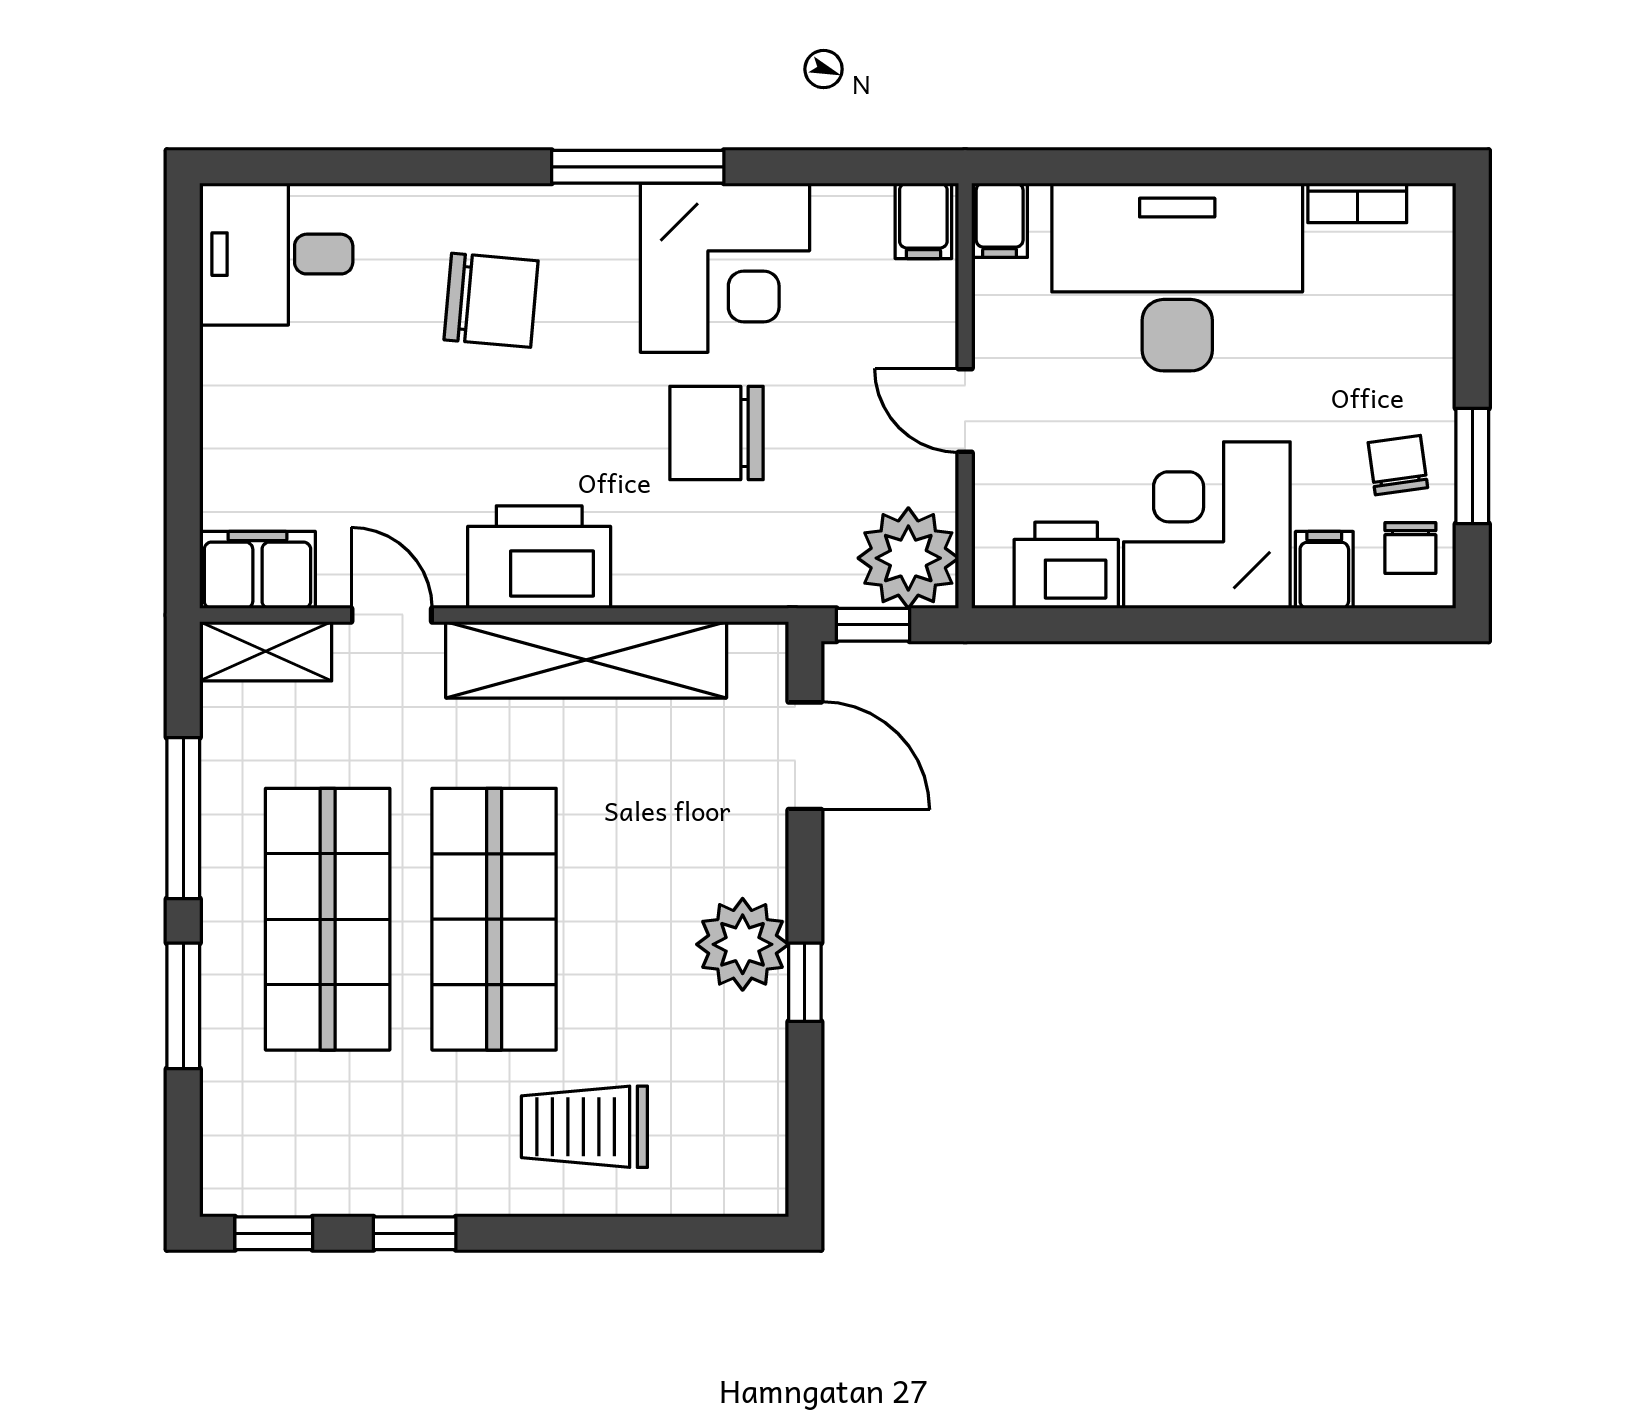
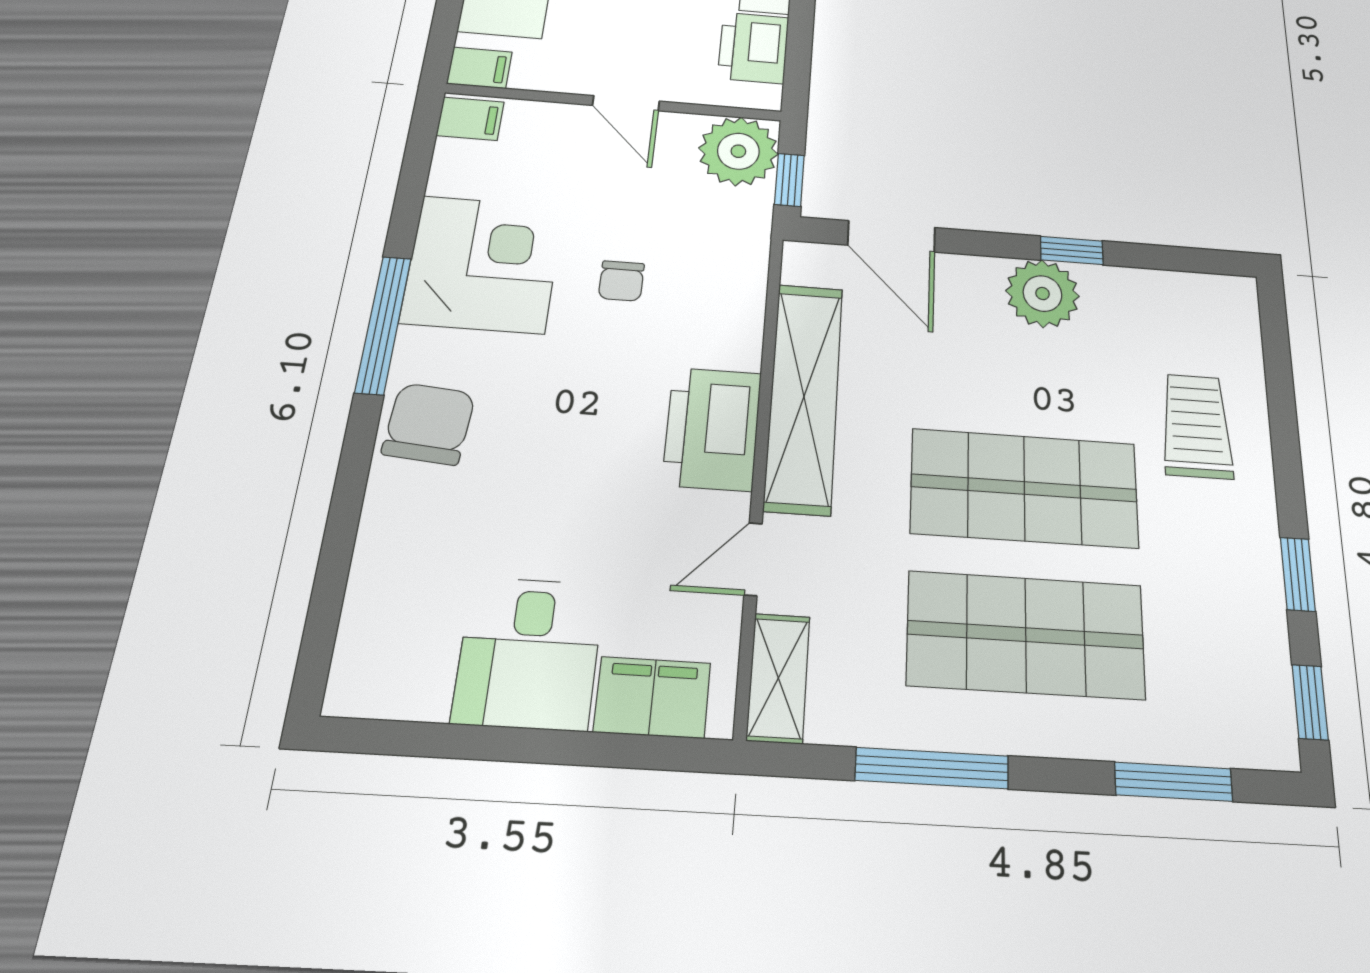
desk: (276, 254) -> (529, 653), moved
chair: (491, 300) -> (429, 424), moved
door: (965, 410) -> (626, 103), hinge flipped
chair: (716, 433) -> (621, 281), width x0.54, depth x0.54
filing cabinet: (257, 570) -> (652, 697), moved, turned 90
door: (805, 756) -> (891, 236), swing flipped
window: (183, 1006) -> (1174, 782), moved
trolley: (584, 1127) -> (1196, 426), turned 180

